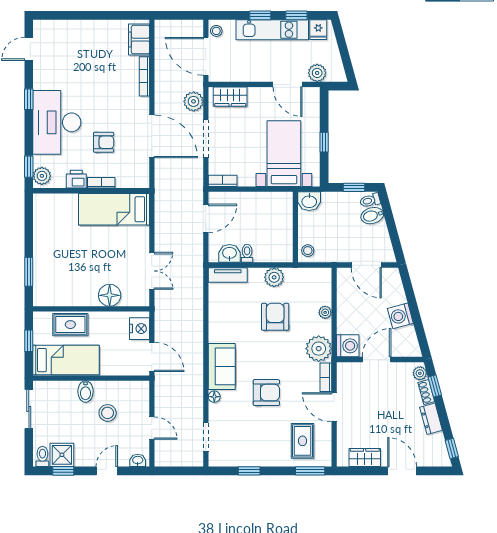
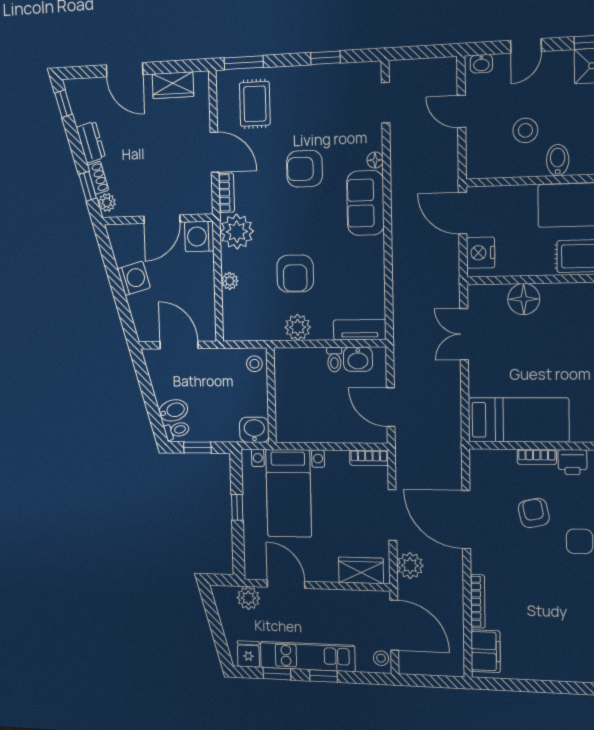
armchair: (104, 142) -> (534, 513), turned 78
door: (206, 218) -> (391, 407), hinge flipped

